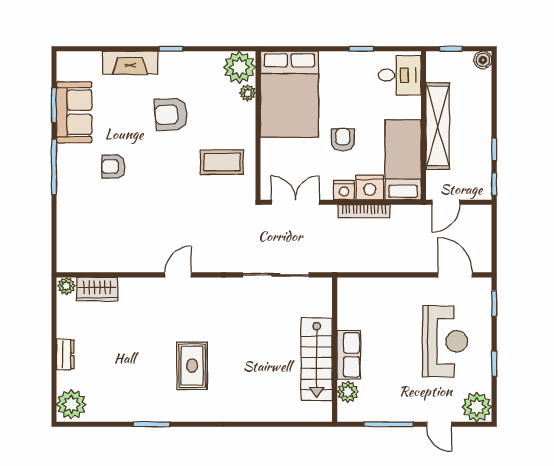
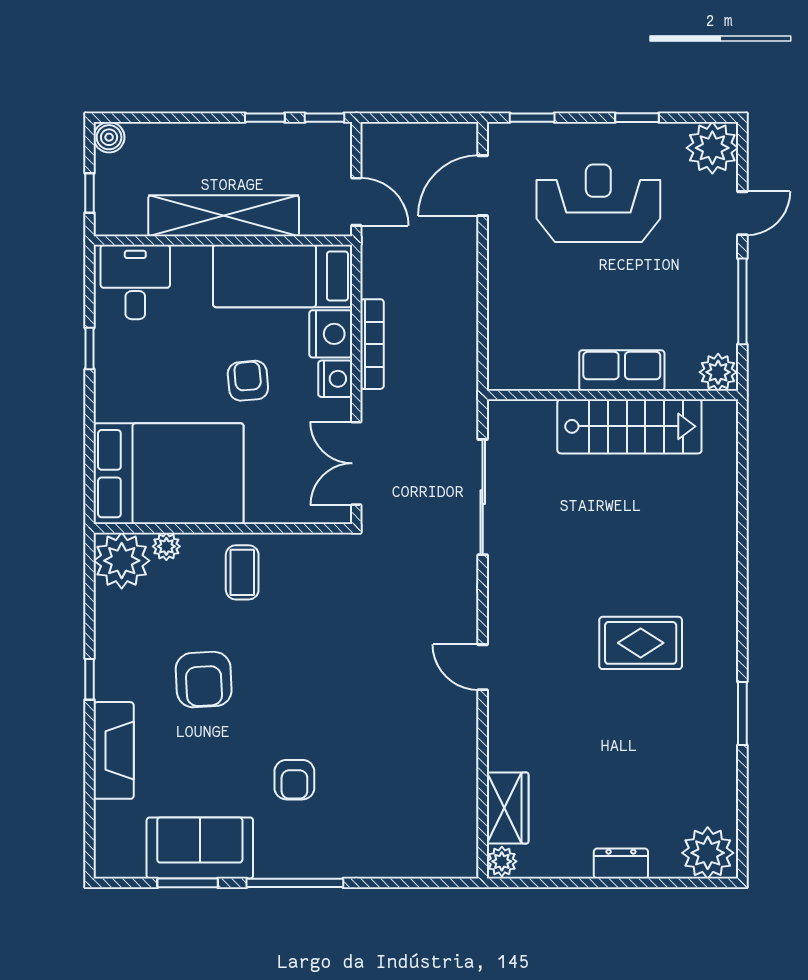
armchair: (343, 140) -> (248, 381), turned 85
coffee table: (222, 162) -> (242, 572), moved, width x0.73, depth x0.77
plant: (348, 392) -> (718, 372), moved

